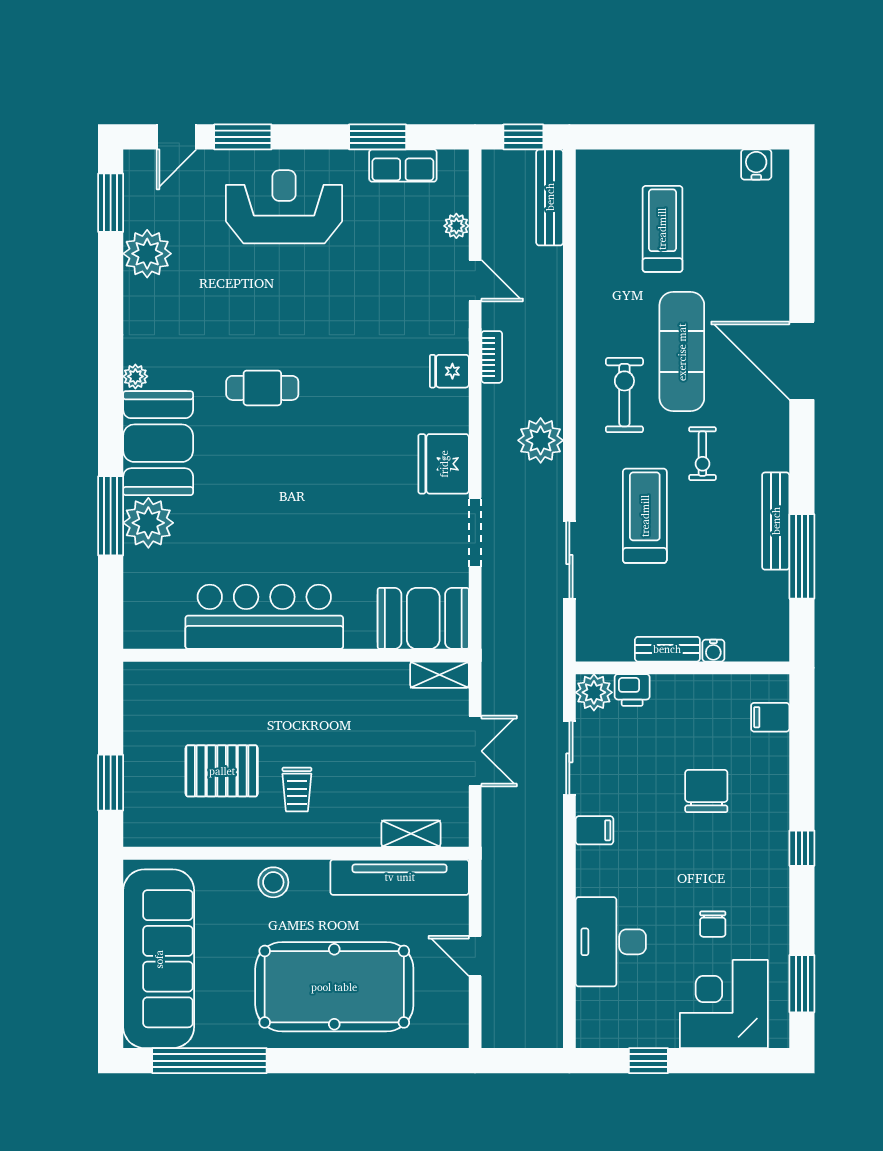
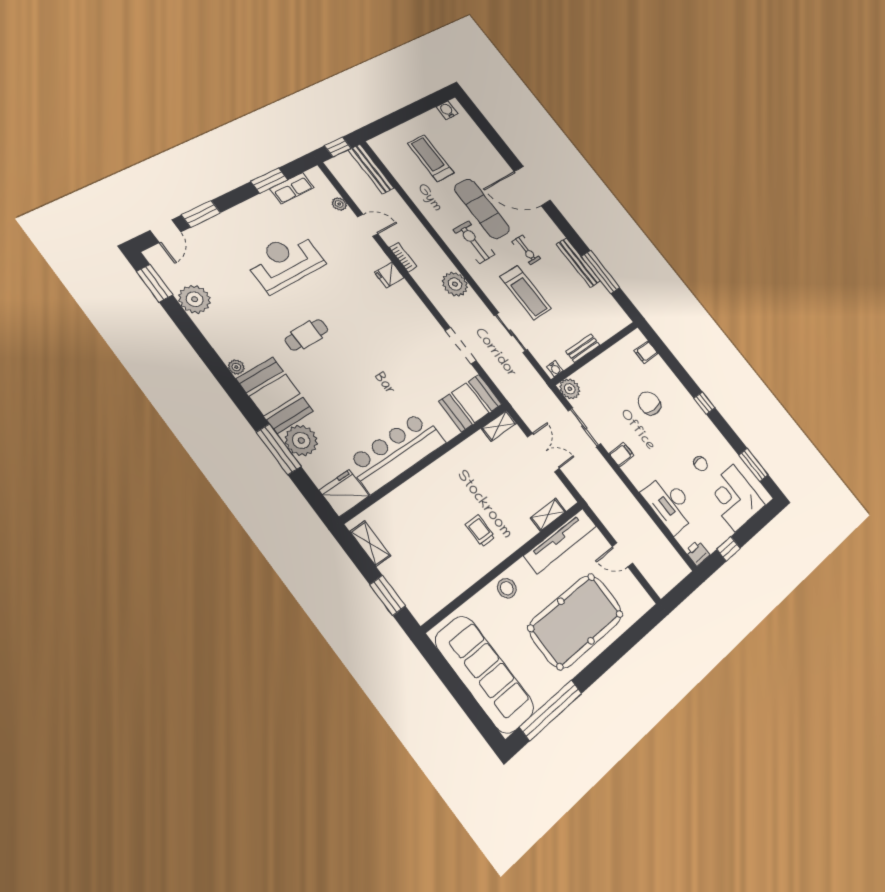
reception desk: (284, 207) -> (285, 262), moved
fridge: (444, 464) -> (344, 493), moved, turned 90
treadmill: (645, 516) -> (526, 292), turned 180
water cooler: (713, 651) -> (555, 369), moved
printer: (632, 690) -> (697, 553), moved, turned 180
shelving: (138, 707) -> (370, 544), added
pallet: (222, 771) -> (438, 548), removed
trolley: (297, 789) -> (480, 531), turned 180

